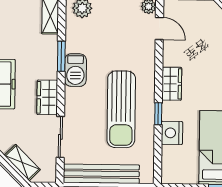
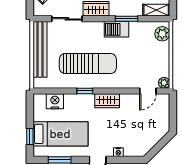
sun lounger: (121, 109) -> (88, 63), turned 180
nightstand: (172, 133) -> (55, 101), moved

